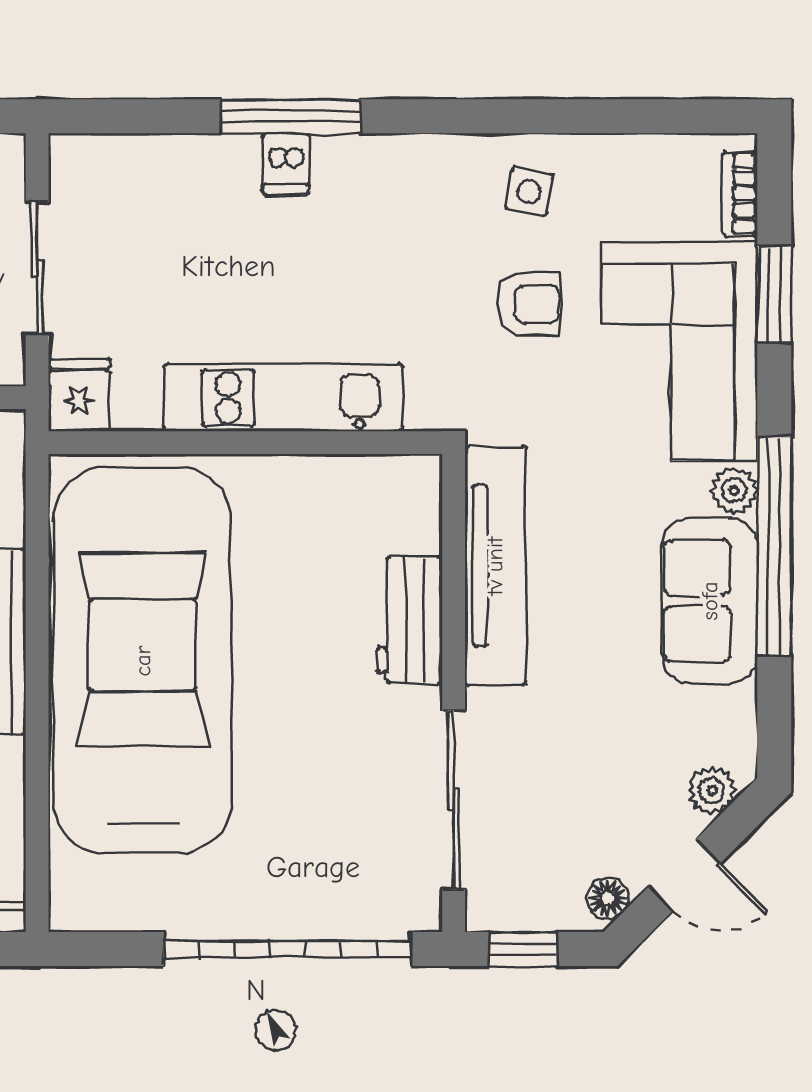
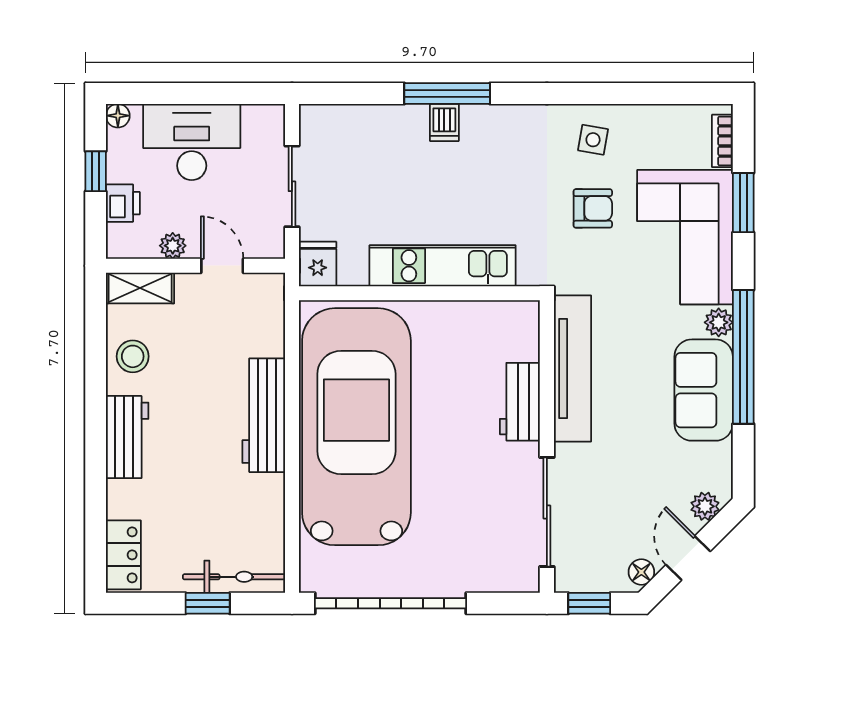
door: (684, 875) -> (688, 558), swing flipped
garage door: (287, 949) -> (390, 603), moved

